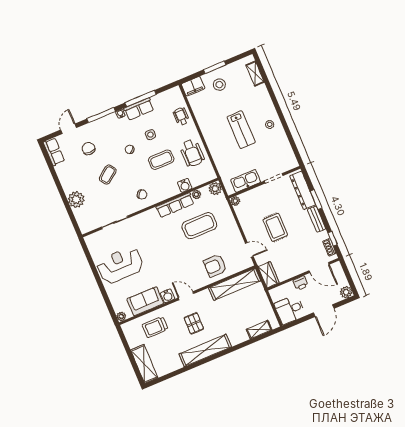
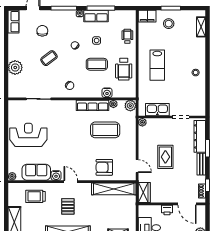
lab bench: (241, 130) -> (157, 65), moved

